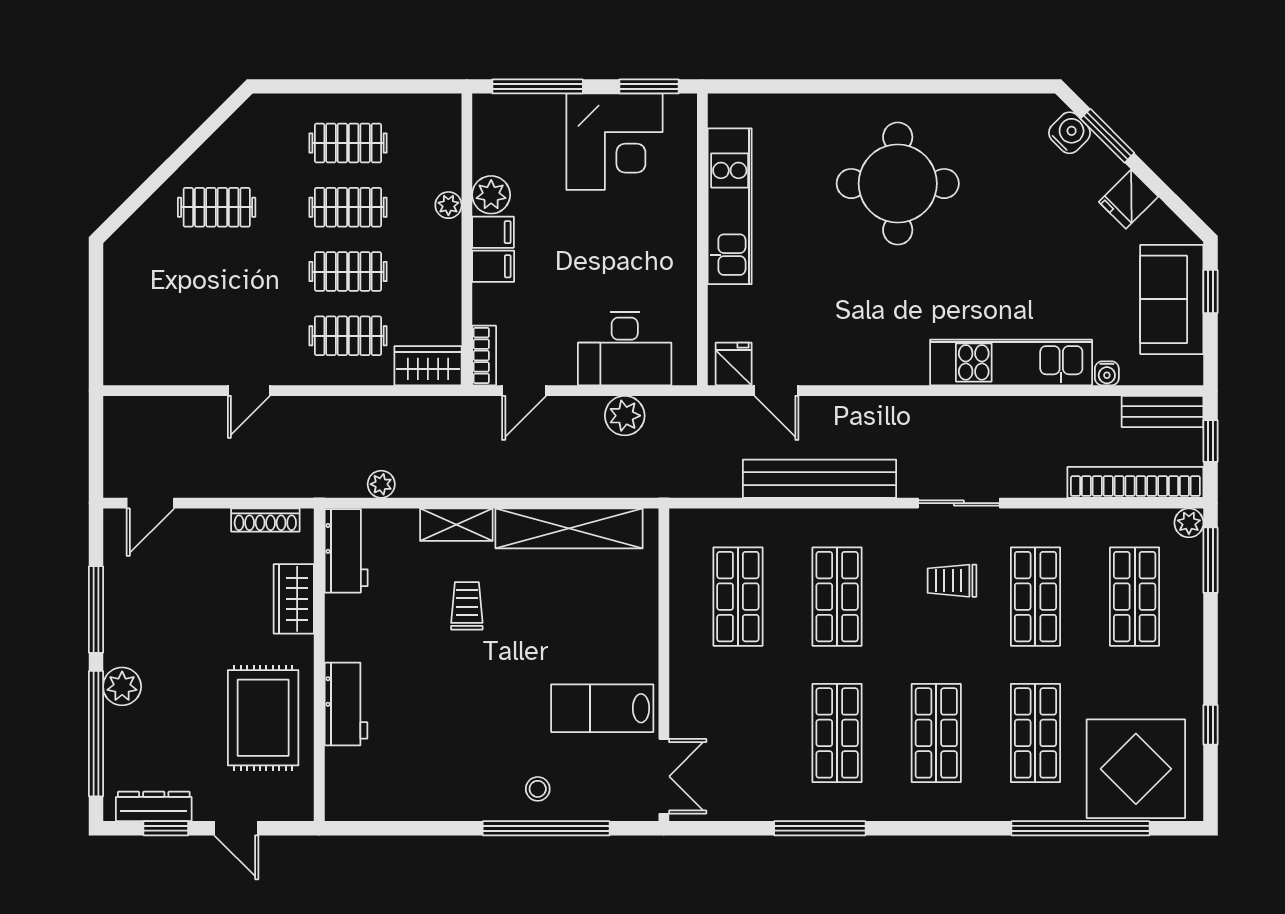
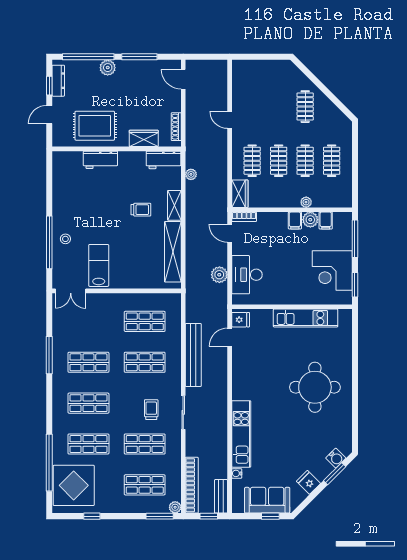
filing cabinet: (493, 266) -> (326, 220), moved

